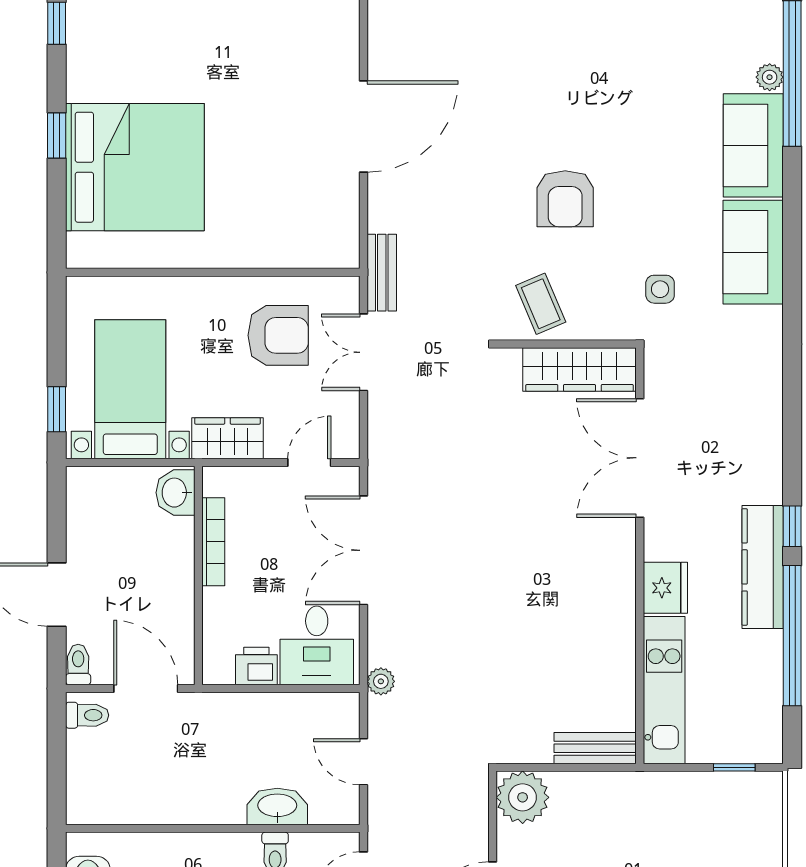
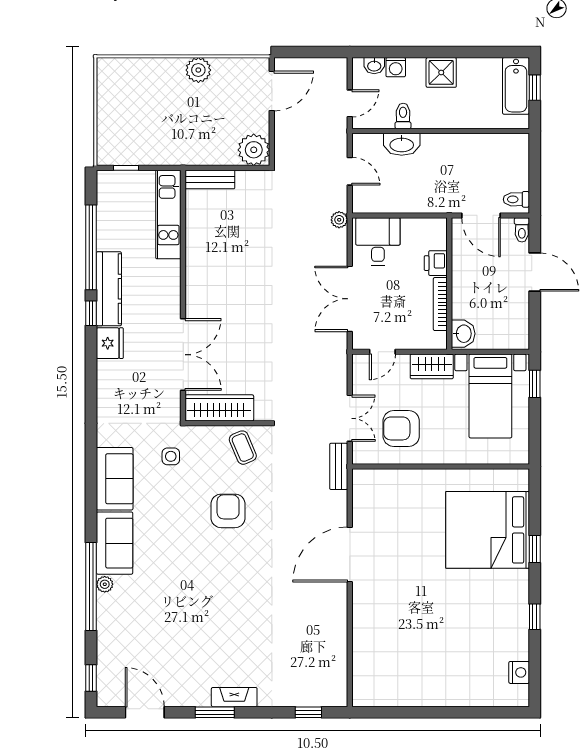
double door: (363, 550) -> (350, 299), swing flipped
fridge: (665, 588) -> (110, 343), moved, turned 180
printer: (256, 666) -> (436, 263), moved, turned 90

